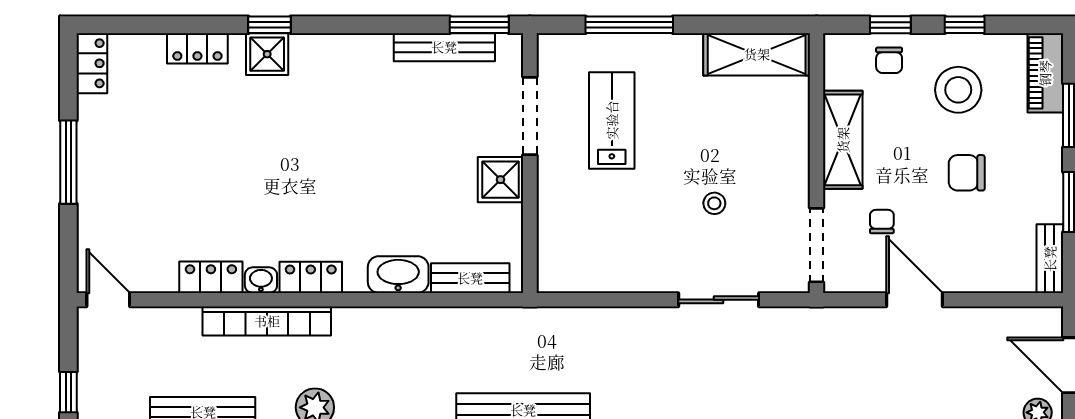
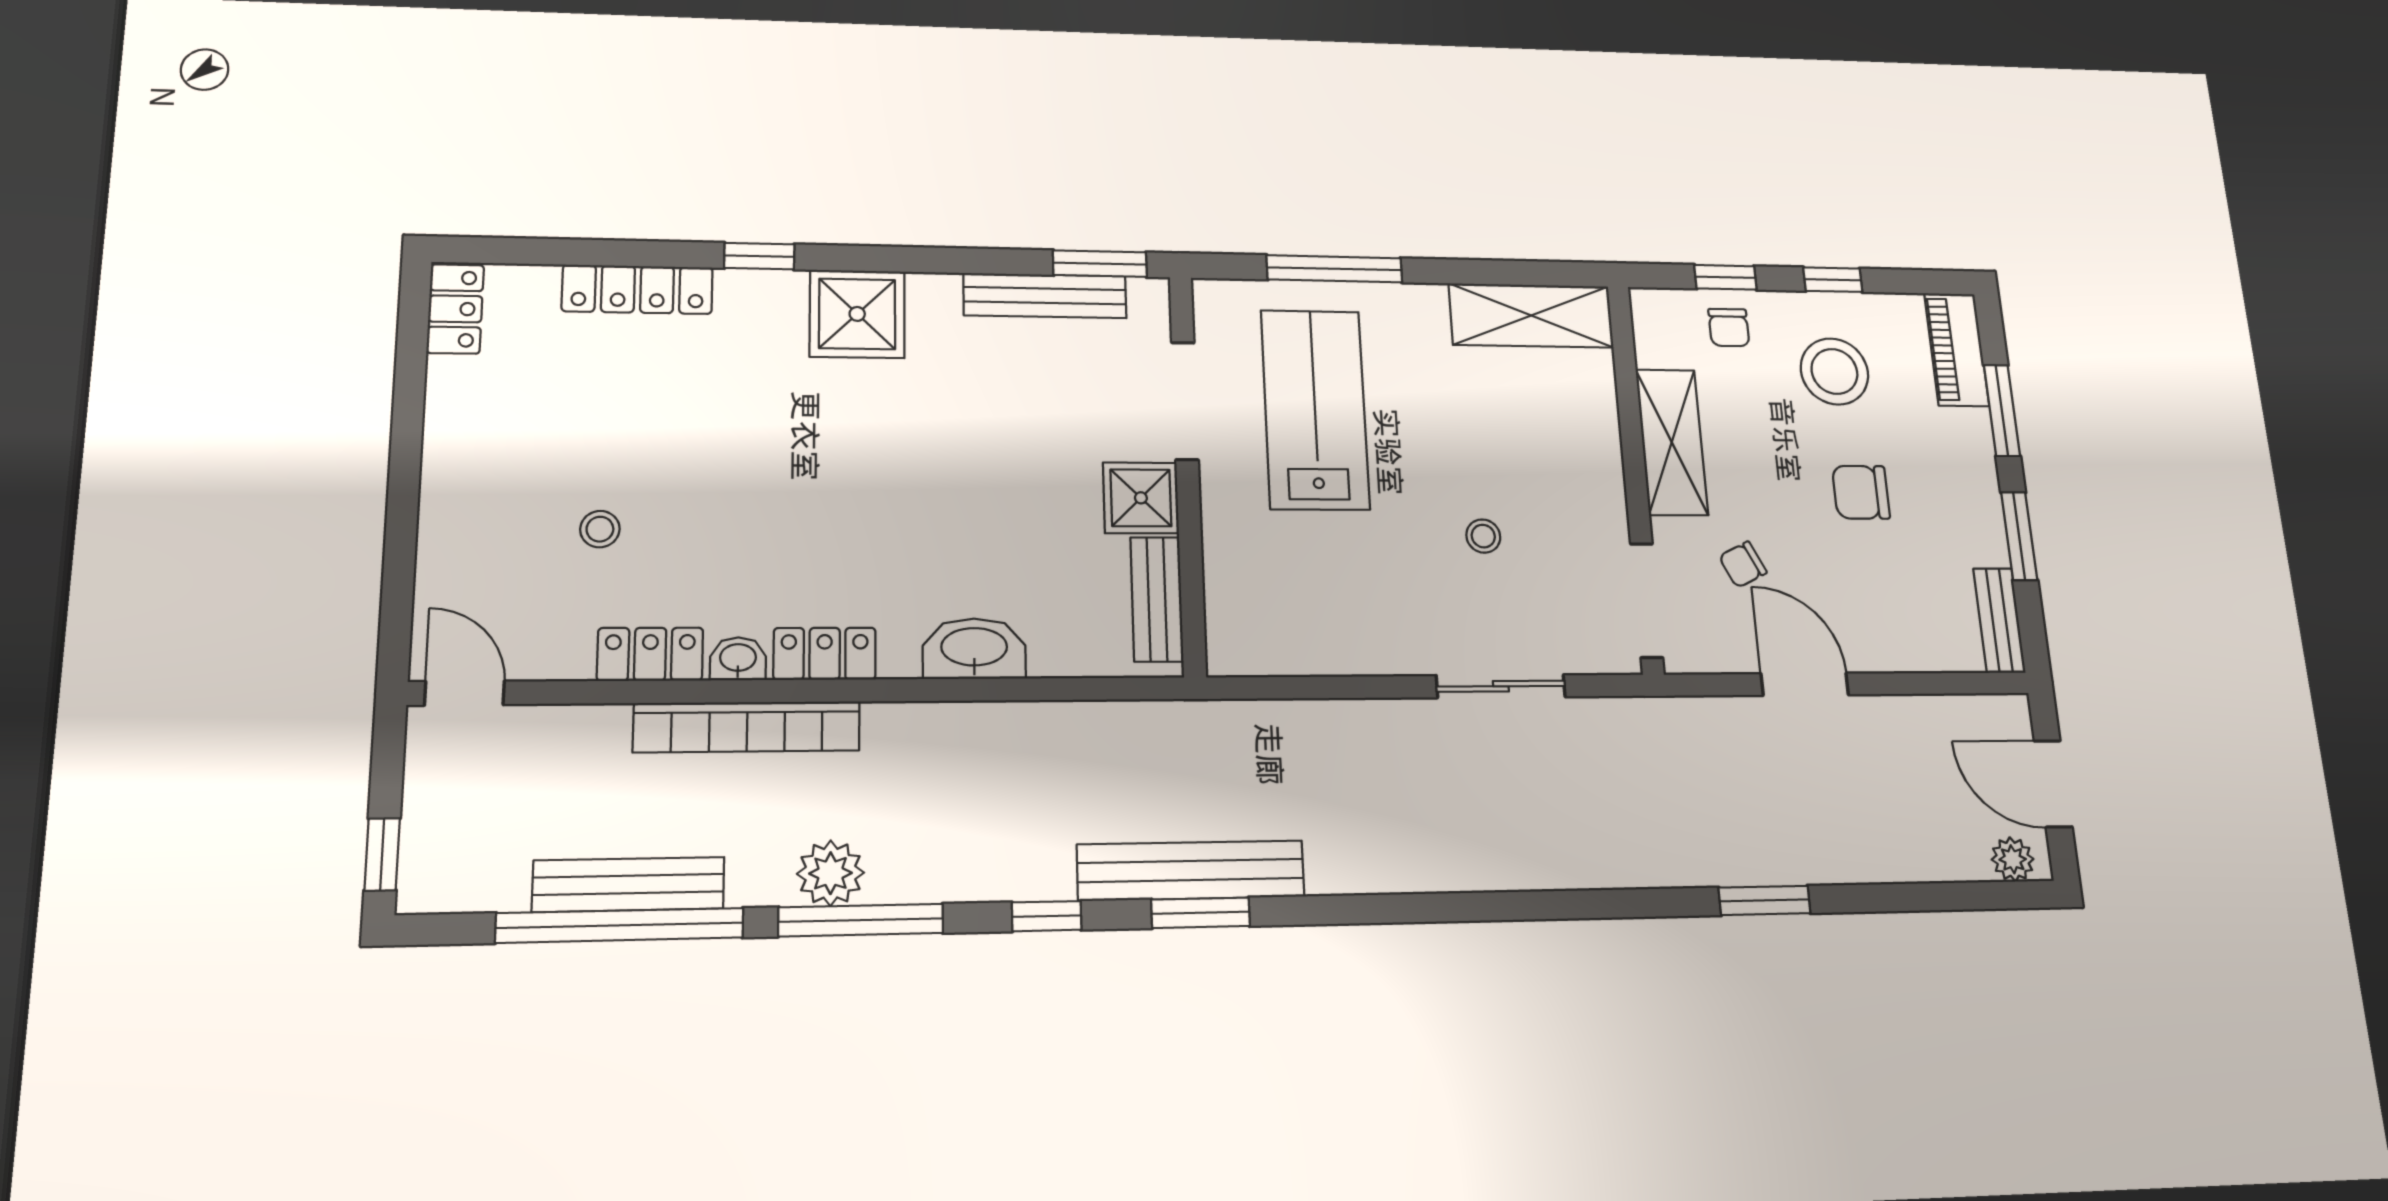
locker: (197, 48) -> (637, 289), width x1.53
shower: (267, 54) -> (857, 314), moved, width x1.36, depth x1.36
lab bench: (612, 120) -> (1315, 409), width x1.36, depth x1.39
window: (68, 162) -> (405, 465), removed
stool: (180, 201) -> (600, 529), added
chair: (882, 222) -> (1743, 565), turned -116
bench: (470, 278) -> (1157, 599), moved, turned 90

